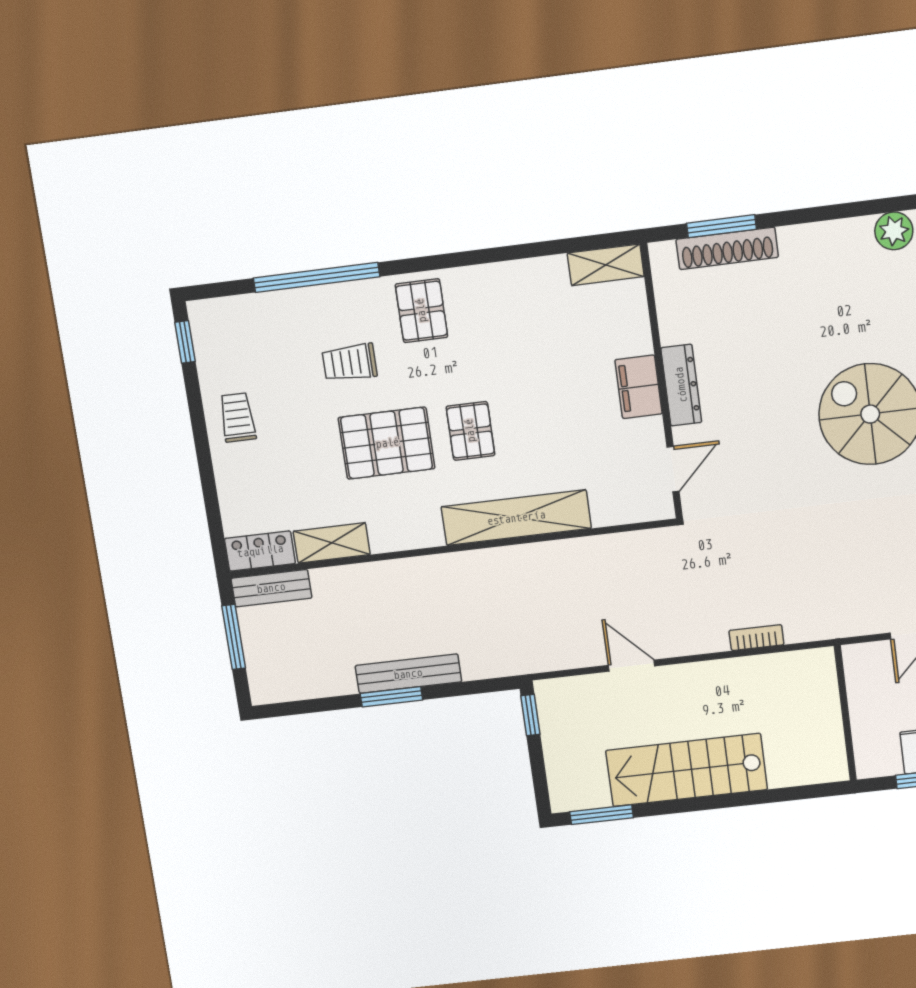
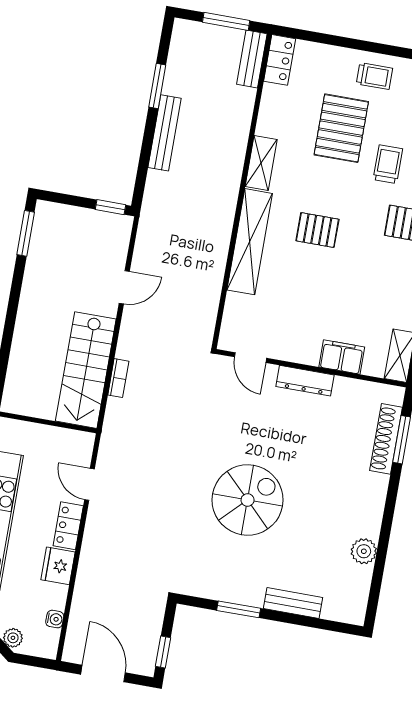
filing cabinet: (639, 387) -> (342, 357), moved
pallet: (387, 443) -> (341, 128), moved
shelving: (332, 543) -> (261, 163), moved
window: (391, 697) -> (157, 86), moved
stairs: (687, 770) -> (86, 370), moved, turned 180

